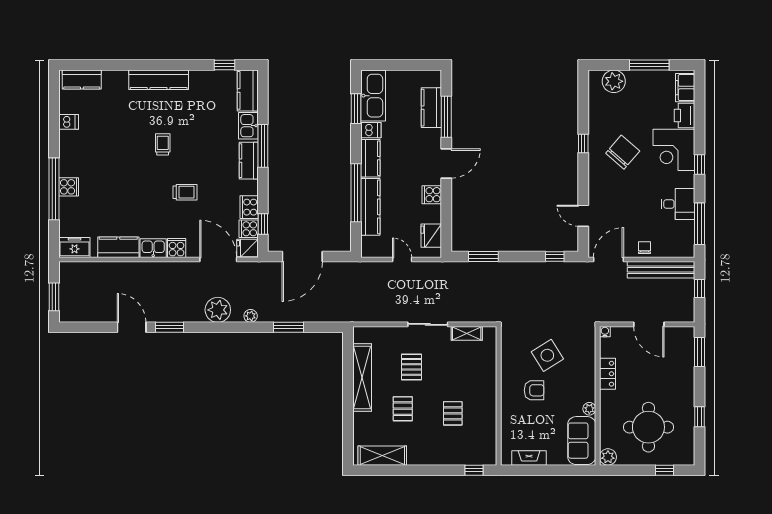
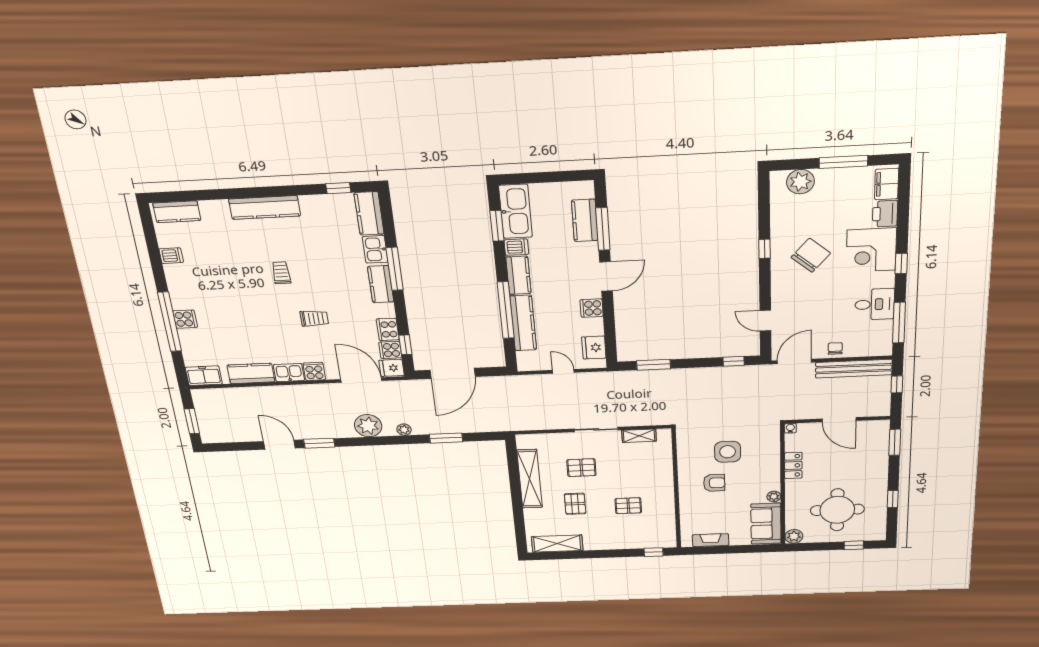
side table: (547, 355) -> (728, 452), turned 32
pallet: (411, 367) -> (581, 468), turned 90
pallet: (453, 413) -> (628, 506), turned 90

